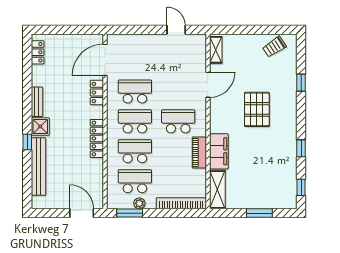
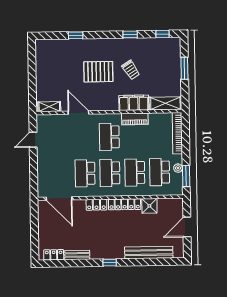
trolley: (274, 47) -> (131, 70), moved
locker: (97, 92) -> (96, 205), moved
bench: (37, 102) -> (77, 255), moved
shower: (40, 127) -> (149, 206), moved
window: (27, 142) -> (110, 263), moved
door: (82, 213) -> (187, 227), moved

